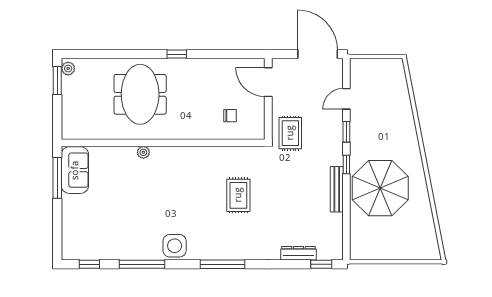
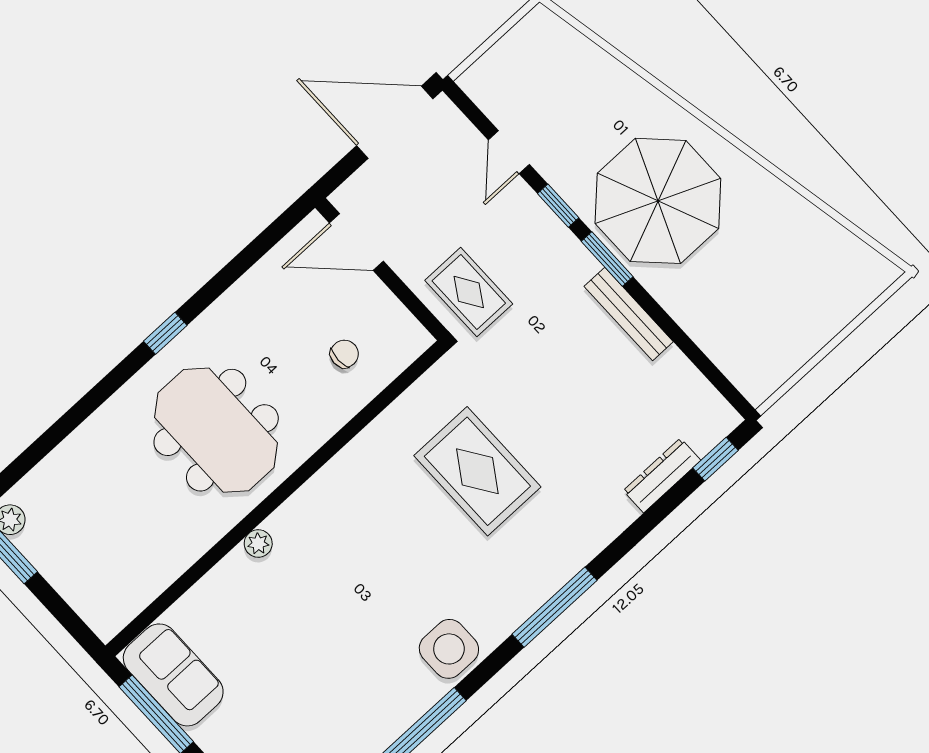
meeting table: (140, 94) -> (216, 430), moved
window: (346, 164) -> (607, 259), width x1.50
parasol: (380, 188) -> (658, 201), moved
rug: (238, 195) -> (477, 471), width x1.36, depth x1.43

